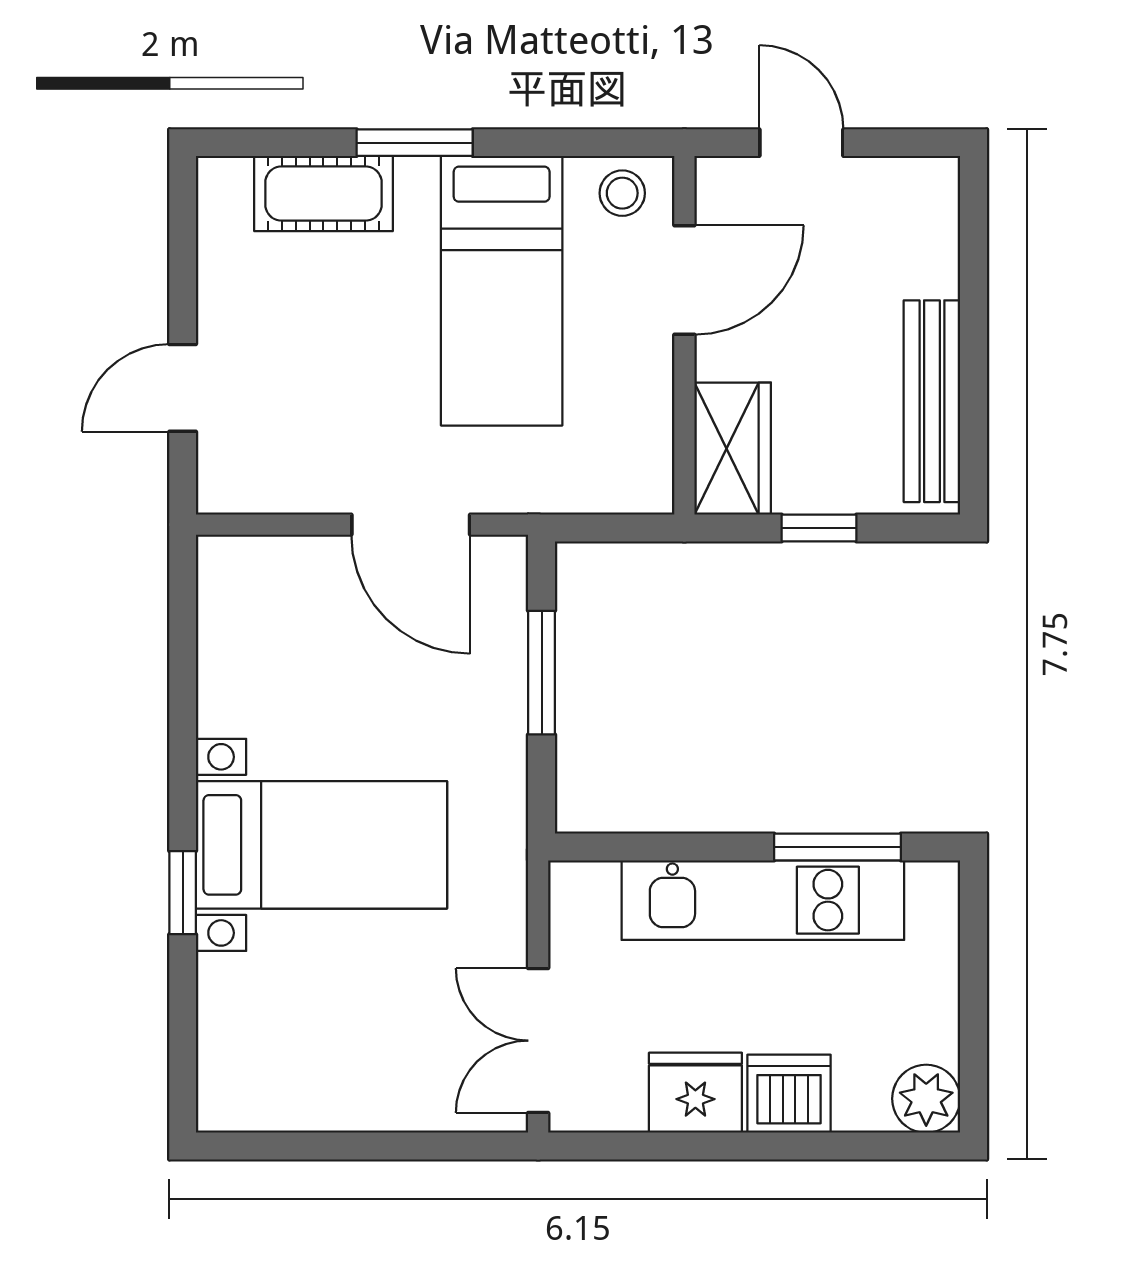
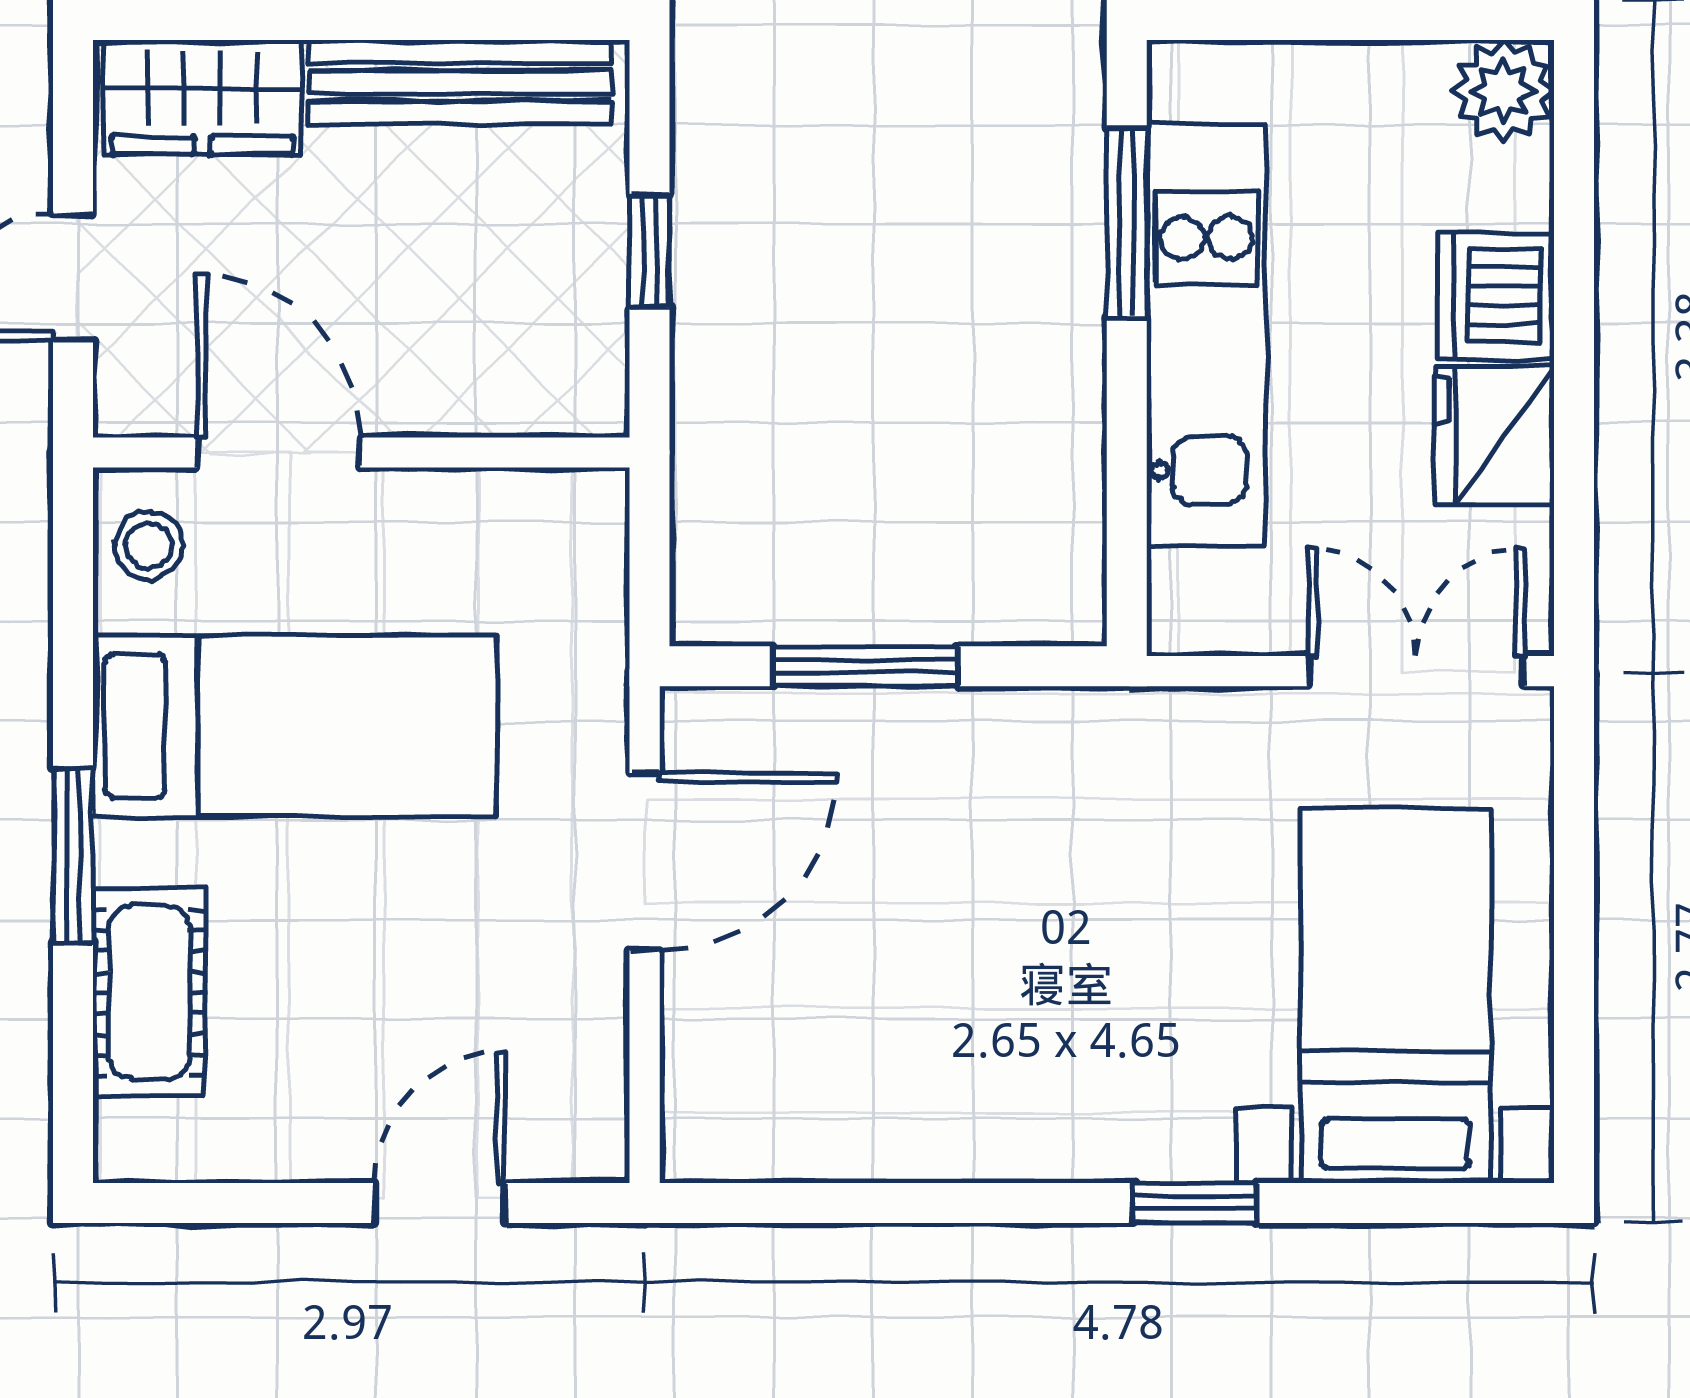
door: (183, 388) -> (440, 1203), swing flipped
wardrobe: (733, 449) -> (202, 97), moved, turned 180
bed with nightstands: (322, 845) -> (1395, 995), moved
double door: (538, 1041) -> (1416, 671), swing flipped

